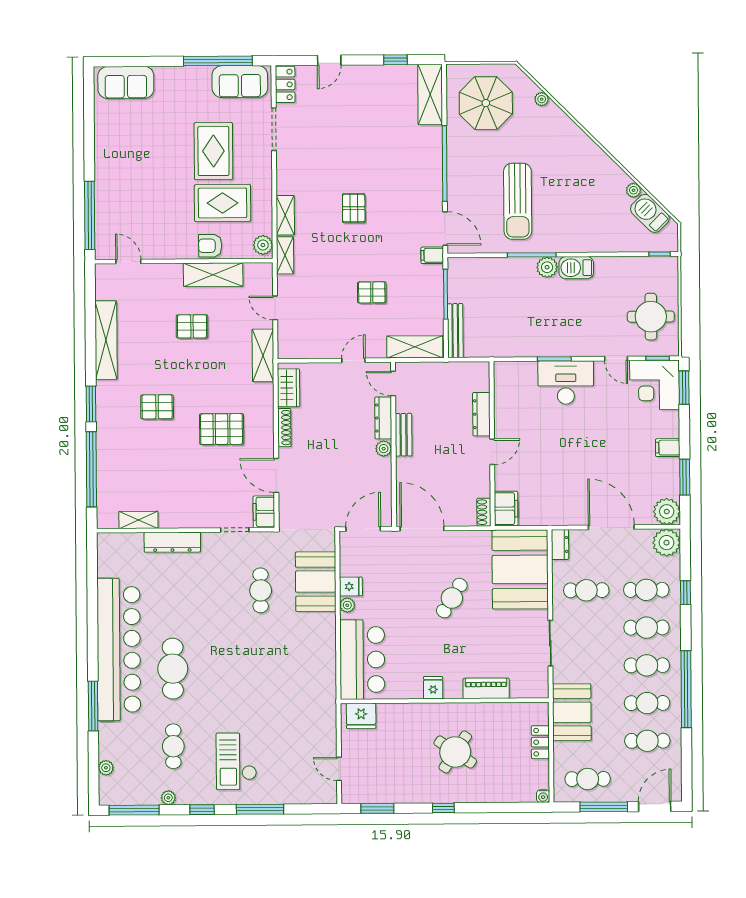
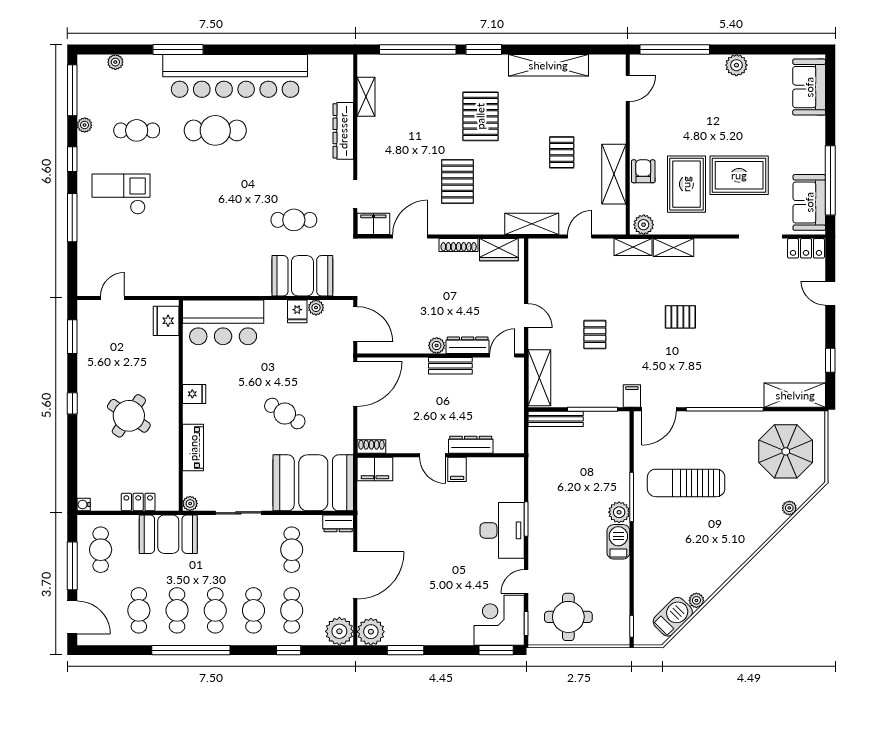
plant: (105, 154) -> (736, 65), added
pallet: (157, 407) -> (480, 116), width x1.50, depth x1.42
filing cabinet: (668, 448) -> (457, 469), moved, turned 180
plant: (347, 605) -> (316, 308), moved
plant: (541, 691) -> (190, 504), added

